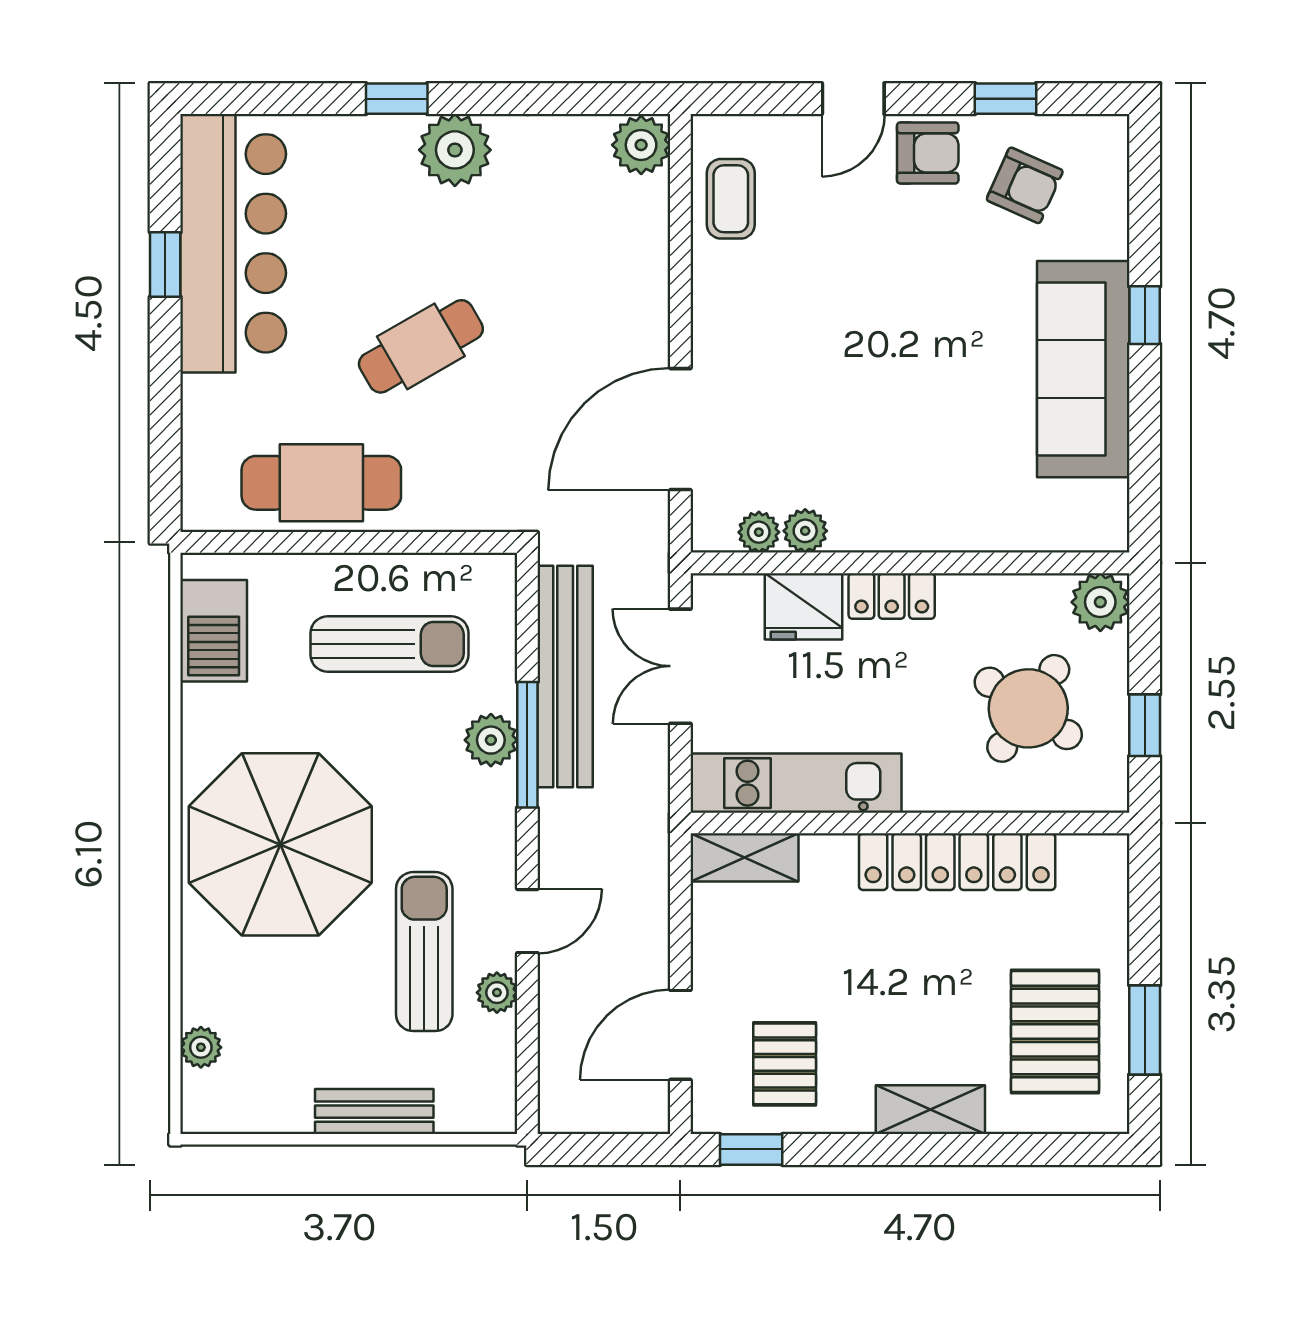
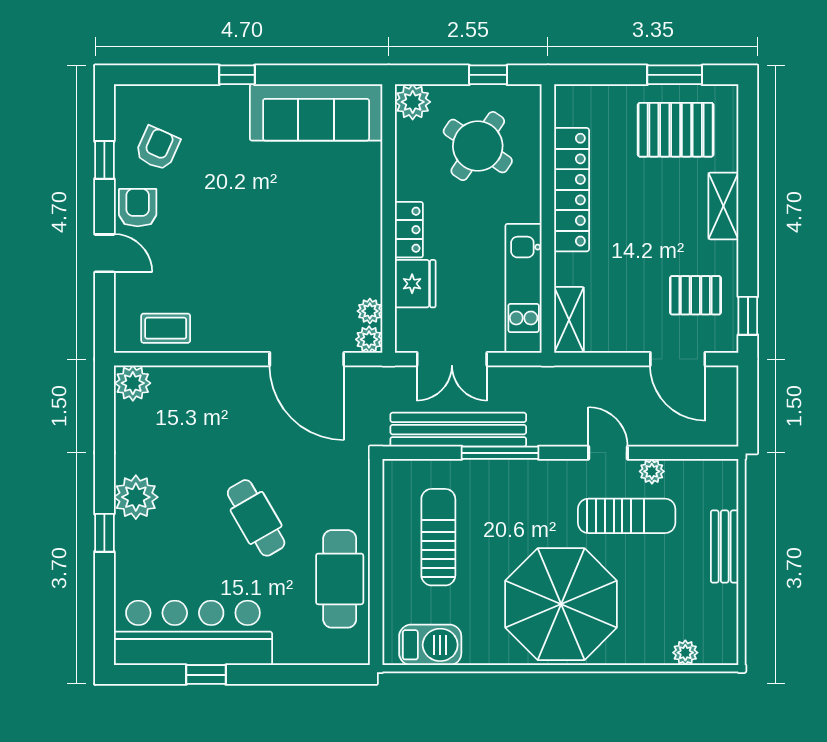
sofa: (1083, 369) -> (316, 112), moved
plant: (805, 531) -> (369, 339), moved
plant: (491, 740) -> (497, 475), removed
sun lounger: (424, 952) -> (627, 516), turned 180

